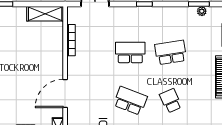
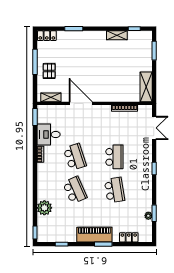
school desk: (130, 101) -> (75, 157), turned -39
school desk: (171, 101) -> (75, 190), width x1.85

